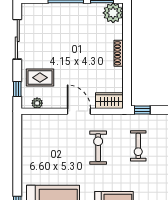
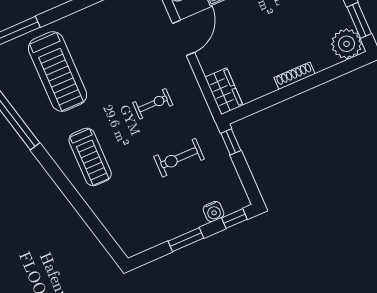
door: (79, 111) -> (183, 38), moved
exercise bike: (98, 148) -> (153, 104), width x0.73, depth x0.72

